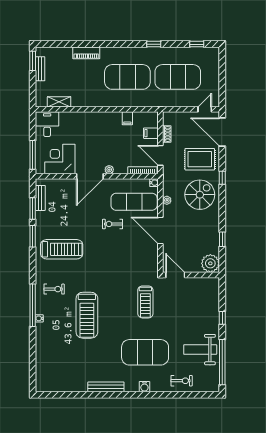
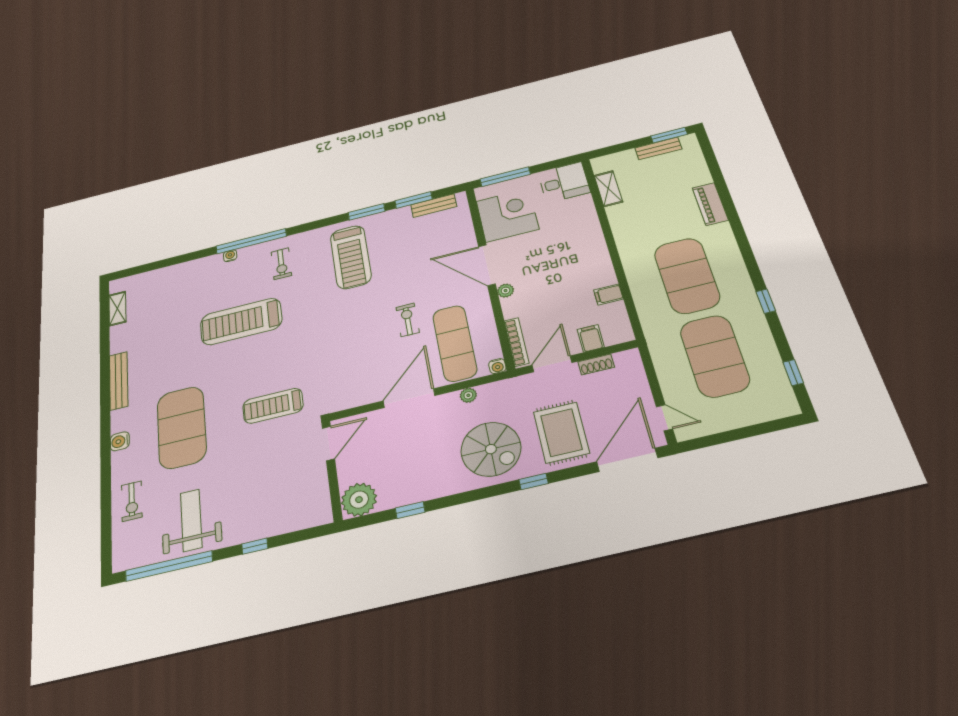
shelving: (57, 387) -> (117, 308), added

